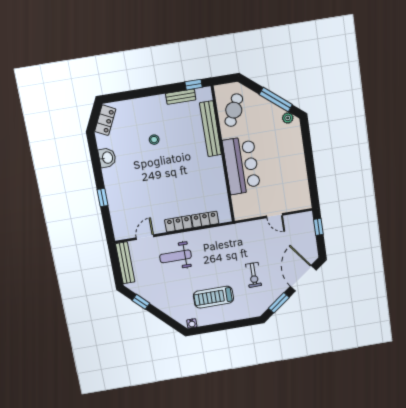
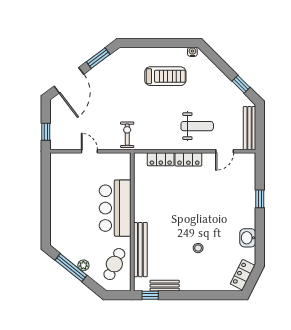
plant: (288, 118) -> (83, 265), moved
exercise bike: (254, 275) -> (127, 135), moved

